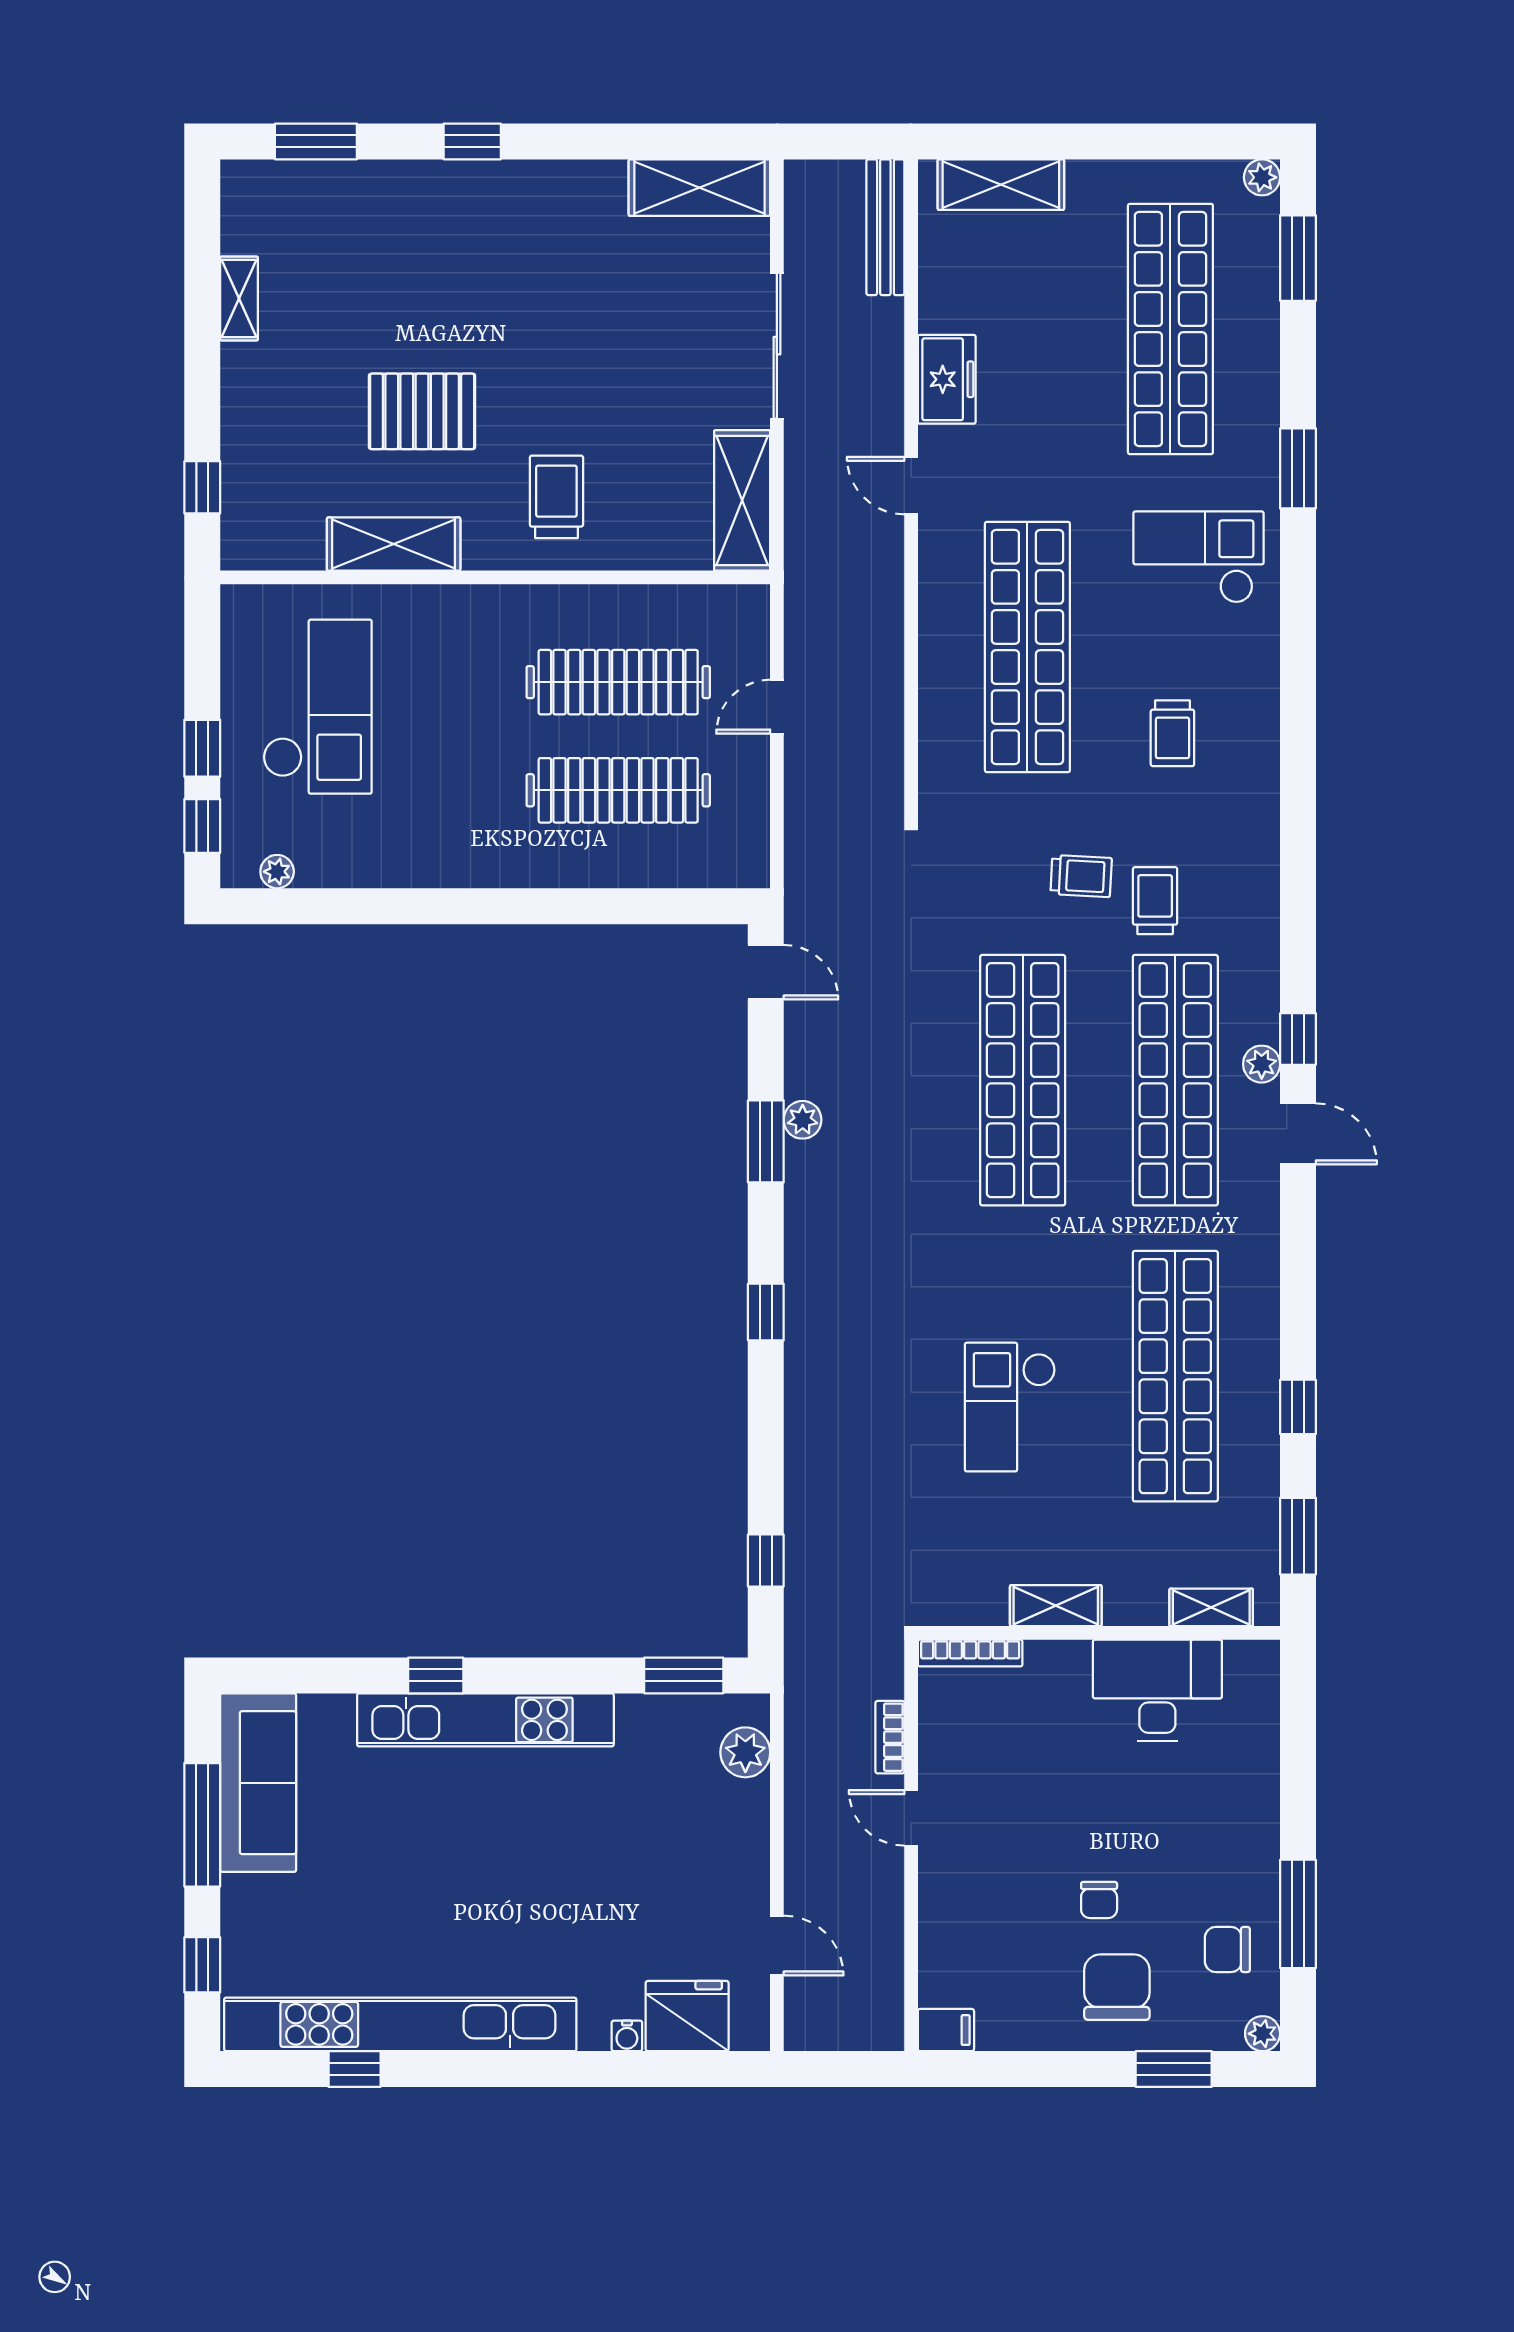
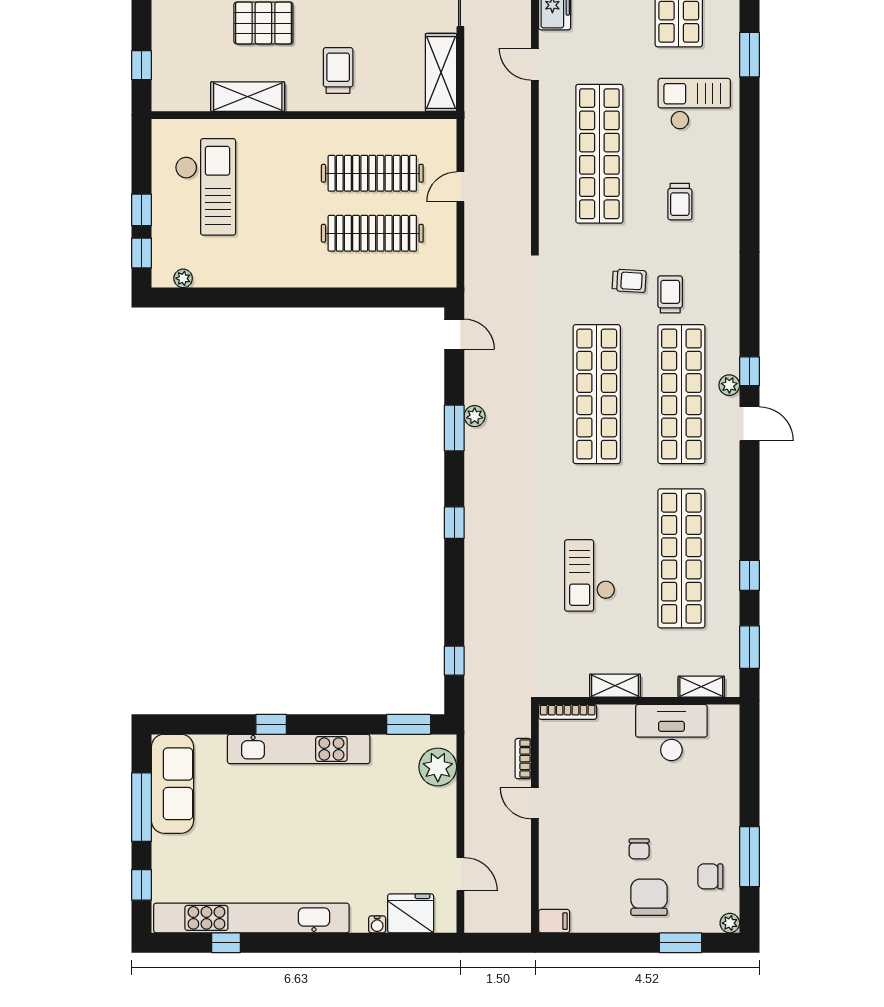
plant: (745, 1752) -> (438, 767), width x1.36, depth x1.36

